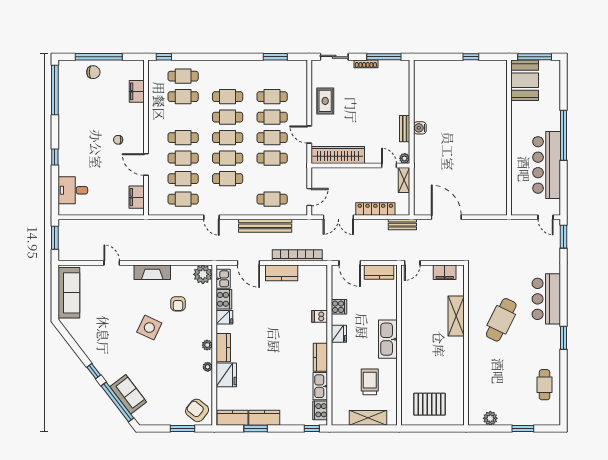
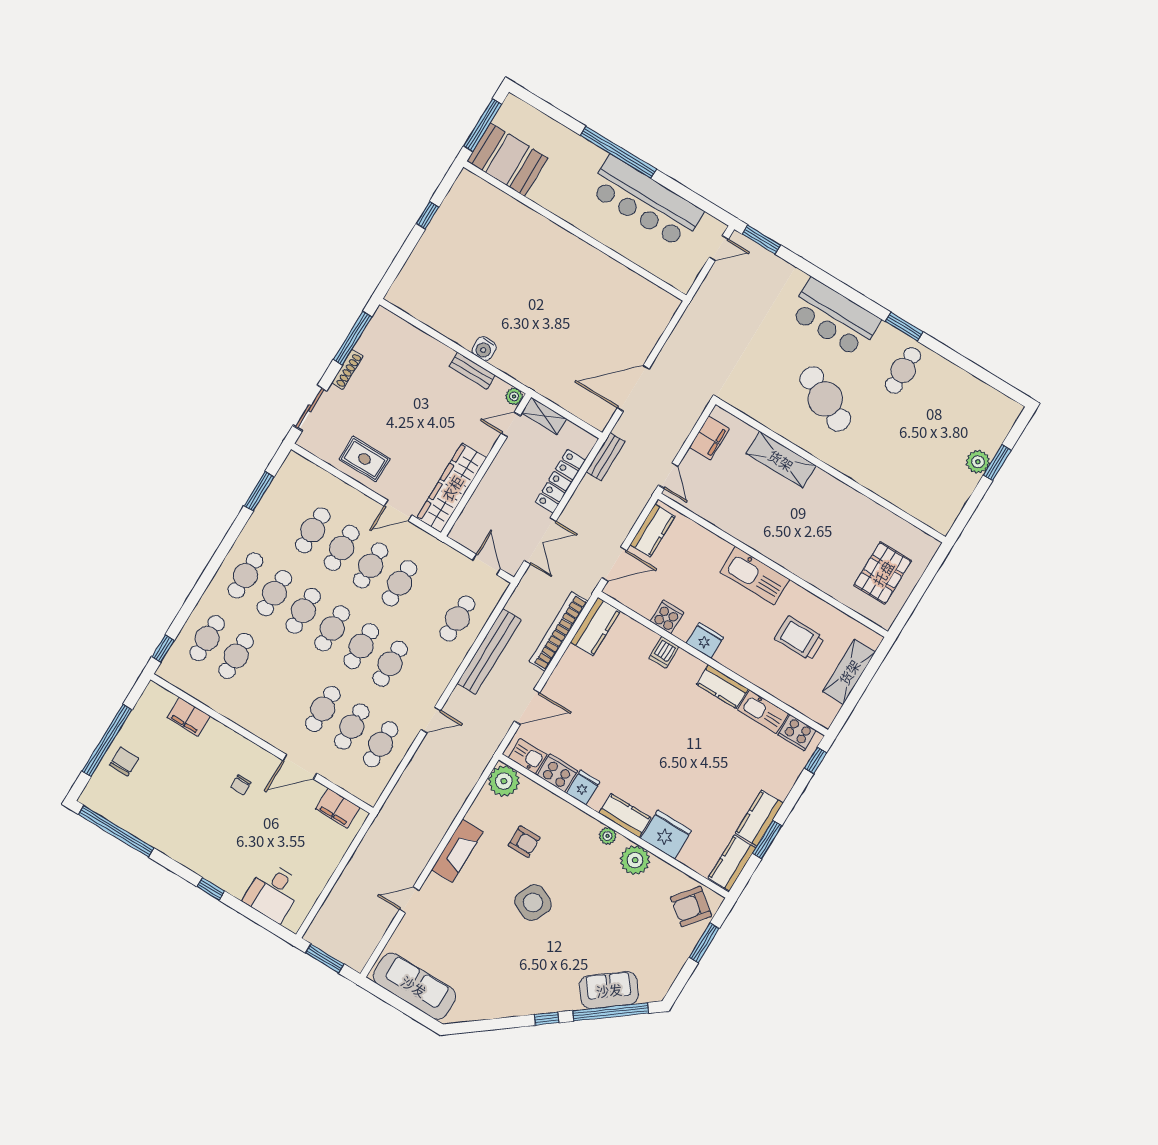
cafe table: (183, 138) -> (245, 575), moved
kitchen counter: (282, 273) -> (595, 626), moved
plant: (208, 367) -> (635, 860), width x1.88, depth x1.88
cafe table: (544, 385) -> (903, 370), moved, turned 90
plant: (490, 418) -> (978, 462), moved

